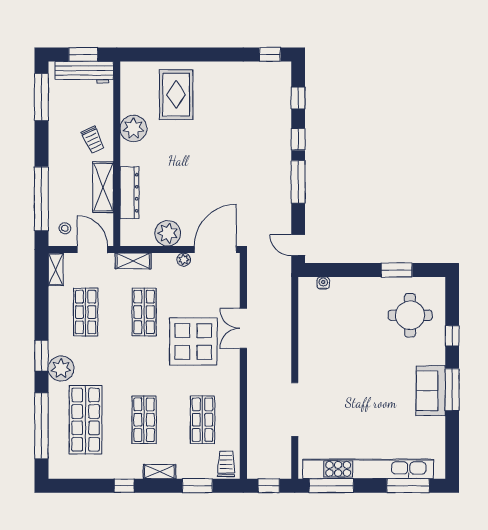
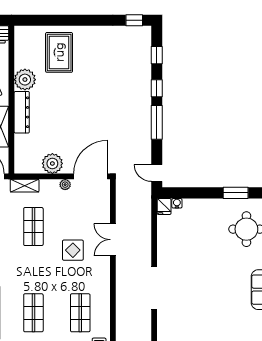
dresser: (129, 193) -> (22, 112), moved
fridge: (307, 287) -> (164, 207), added
display table: (193, 341) -> (73, 250), width x0.54, depth x0.54
doorway: (295, 410) -> (154, 288), moved

